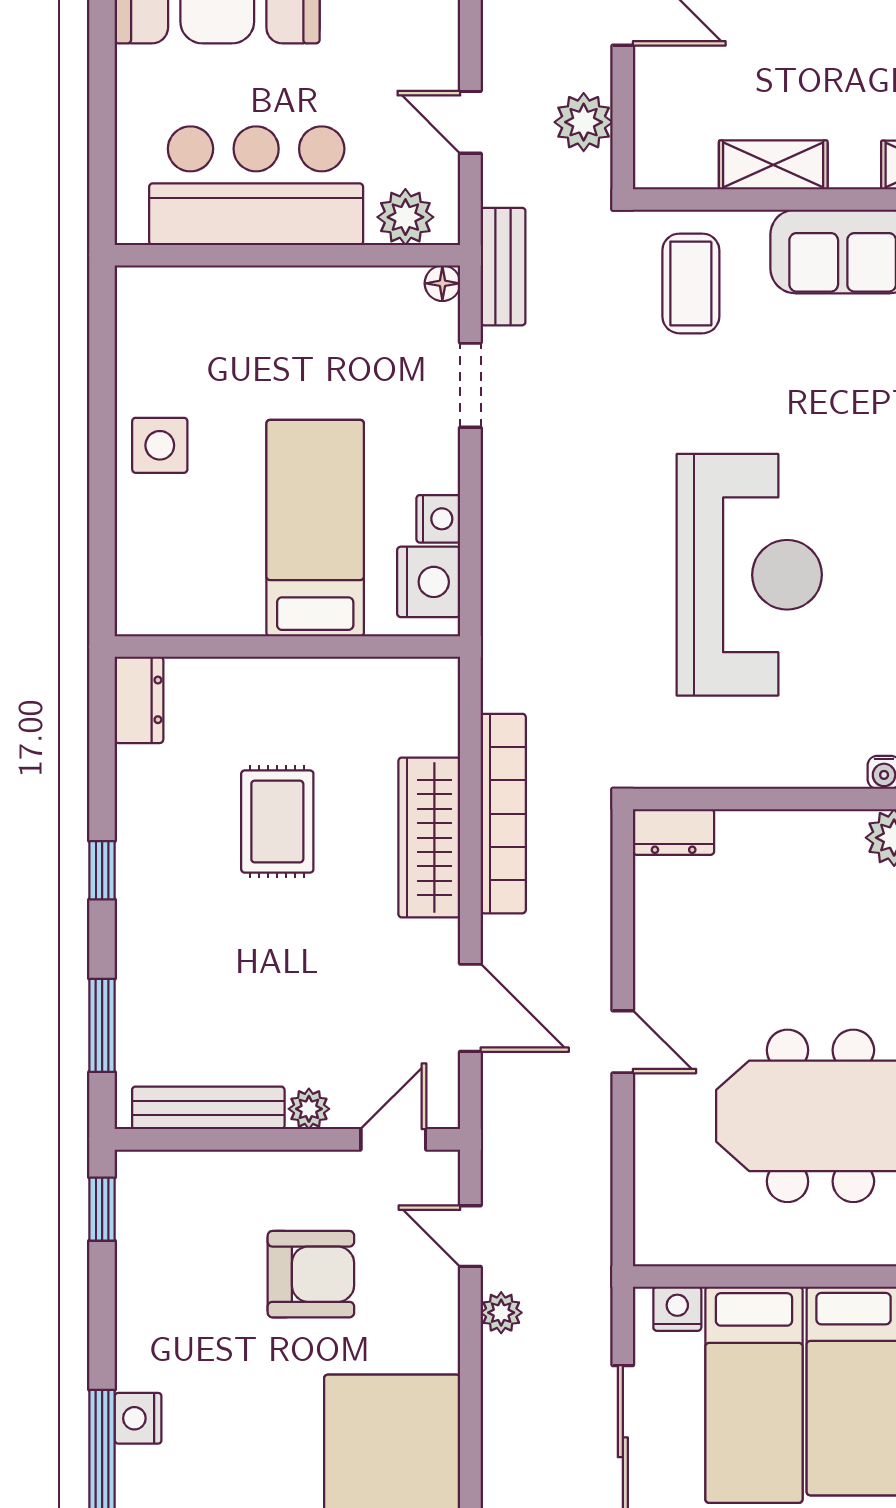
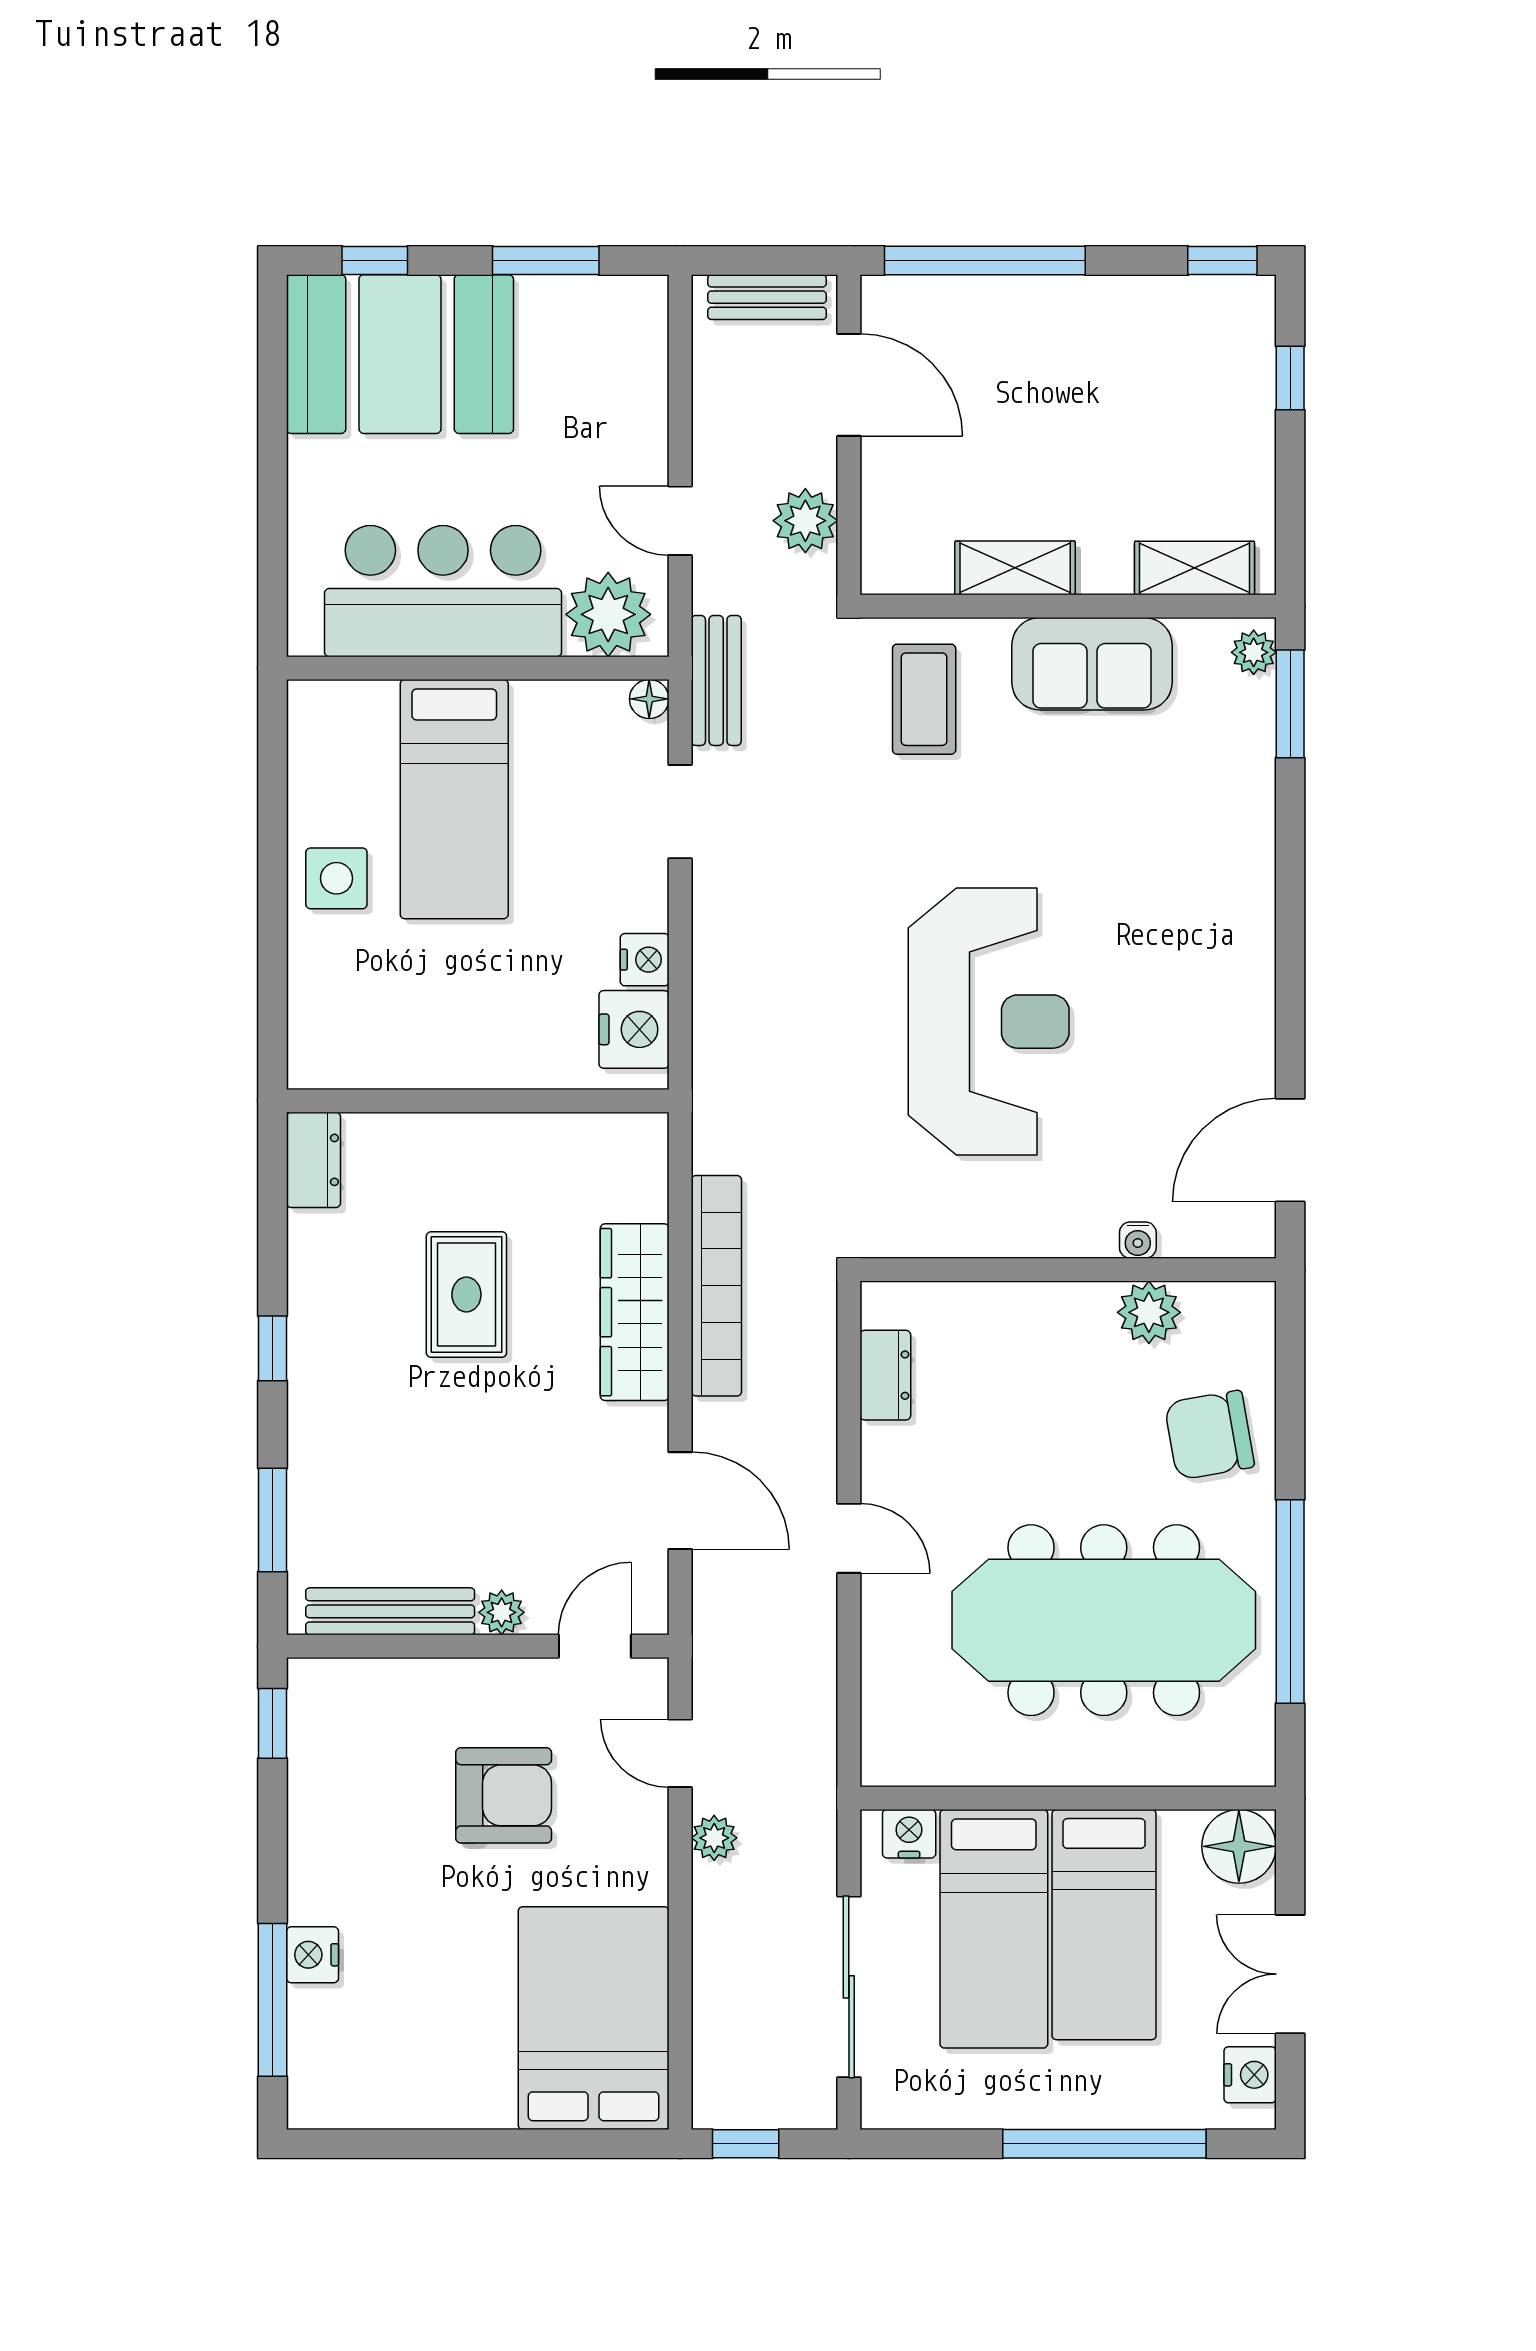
plant: (405, 217) -> (608, 614), width x1.36, depth x1.36
bed: (315, 528) -> (454, 799), moved, turned 180
dresser: (674, 832) -> (885, 1375), moved, turned -90

